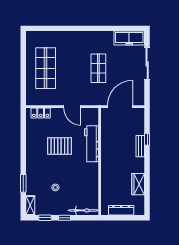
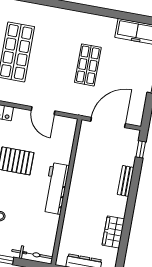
window: (147, 139) -> (141, 149), moved
workbench: (92, 144) -> (56, 188), moved

